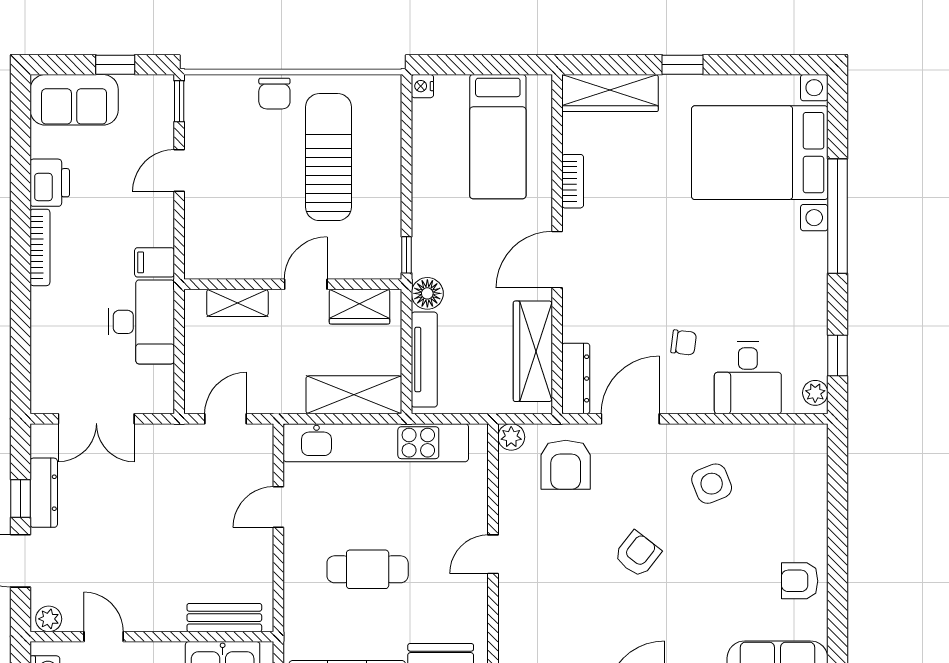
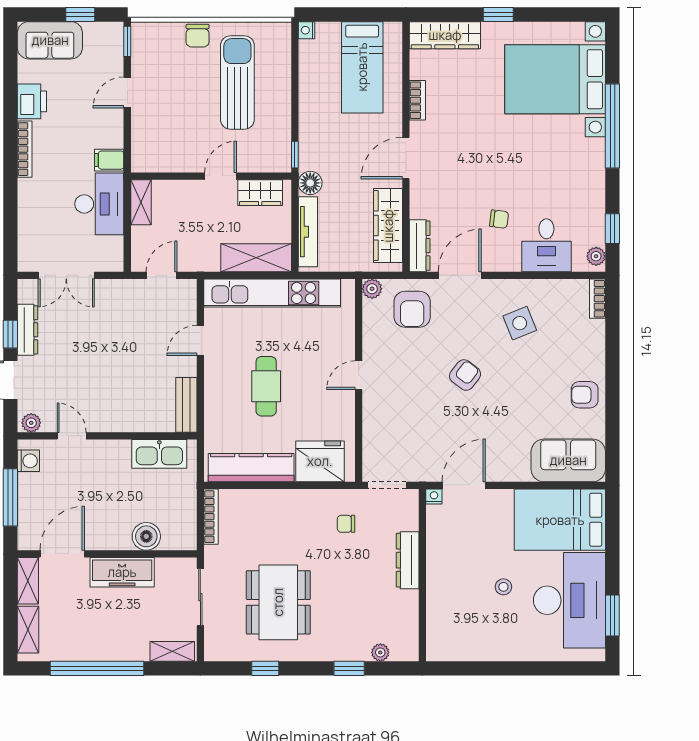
shelving: (237, 303) -> (141, 202), moved, turned 90
bookcase: (817, 450) -> (597, 299), added
cafe table: (368, 569) -> (266, 386), turned 90
bench: (224, 618) -> (186, 405), moved, turned 90

